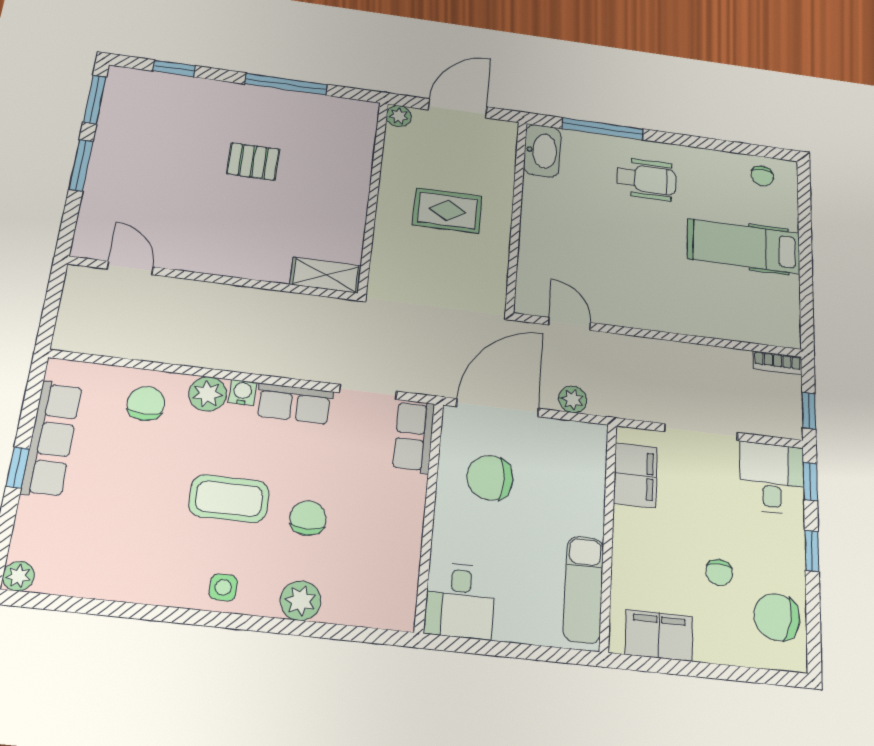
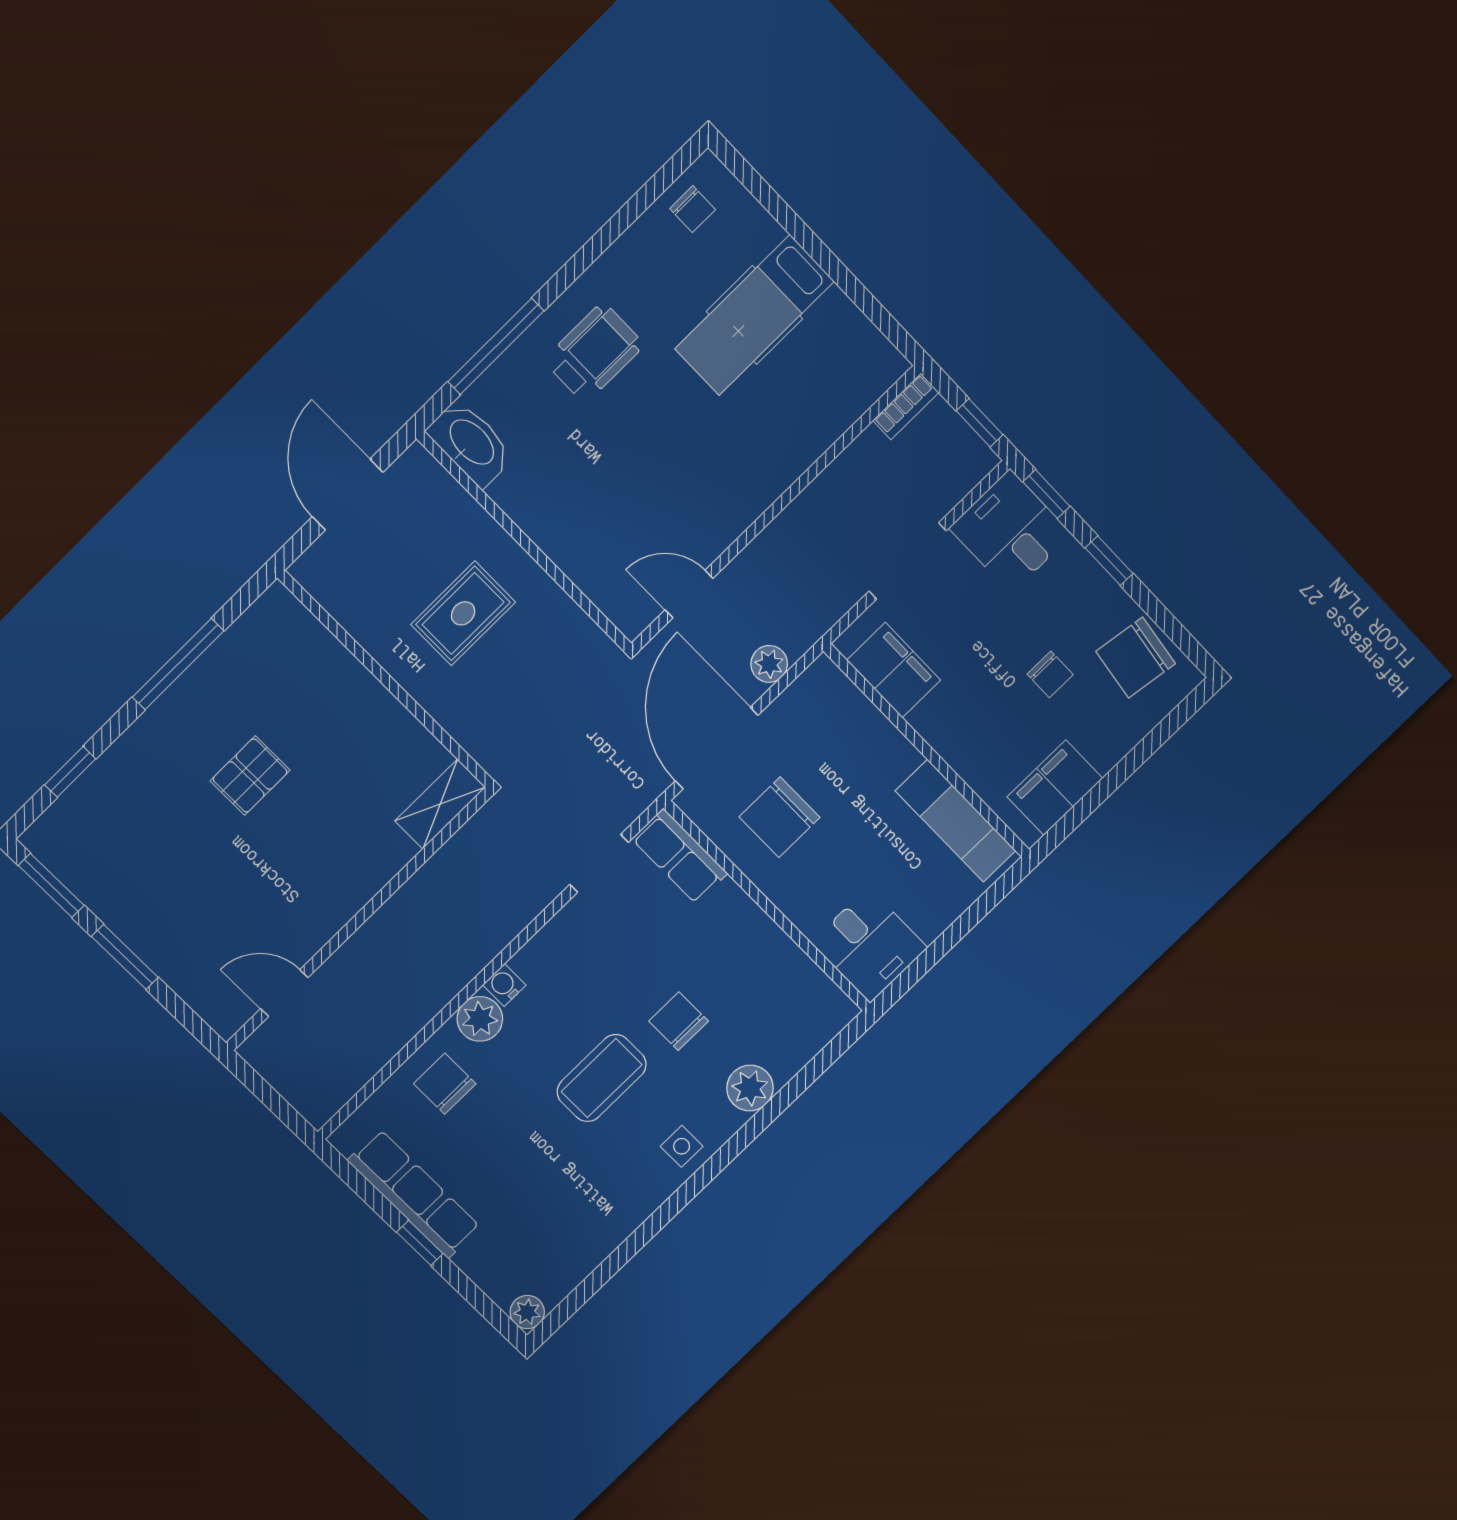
plant: (399, 116) -> (309, 570), removed
row of seats: (294, 404) -> (555, 945), removed

